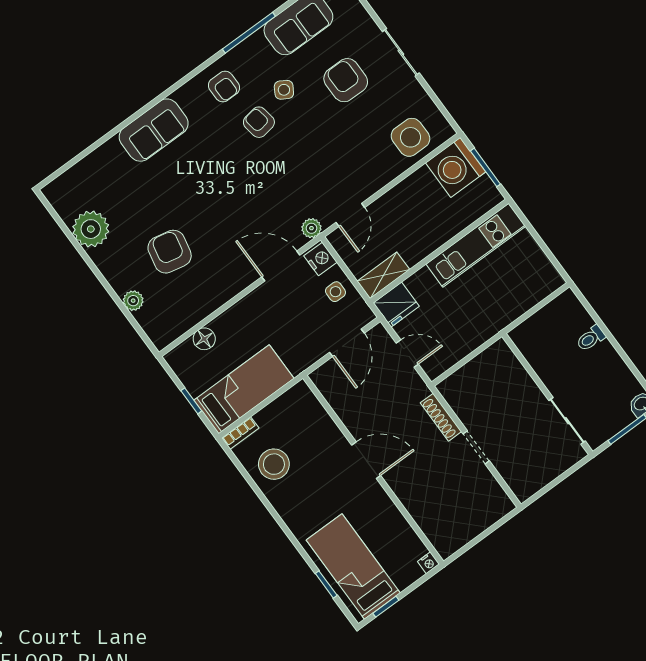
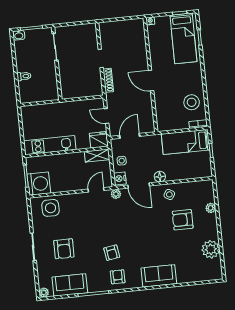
side table: (284, 90) -> (169, 194), moved
armchair: (170, 252) -> (183, 220), turned 78
floor lamp: (204, 339) -> (160, 177), moved

